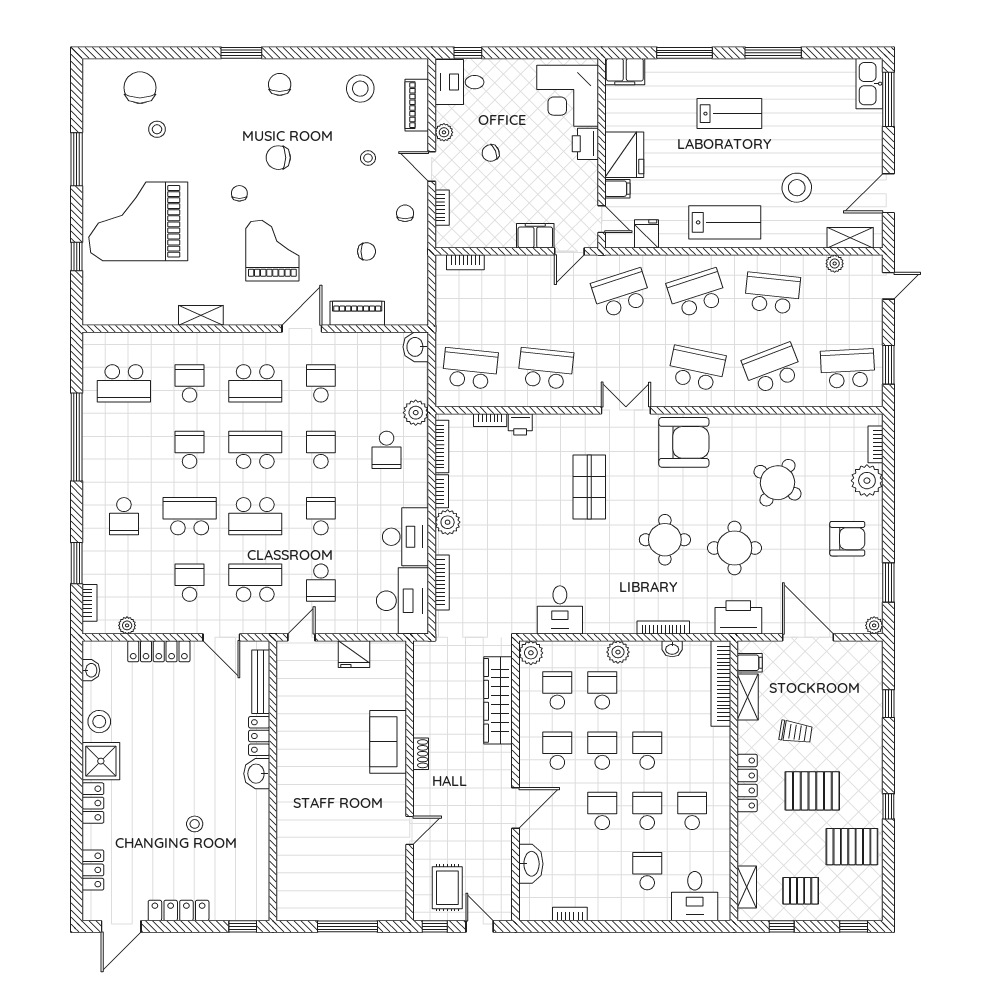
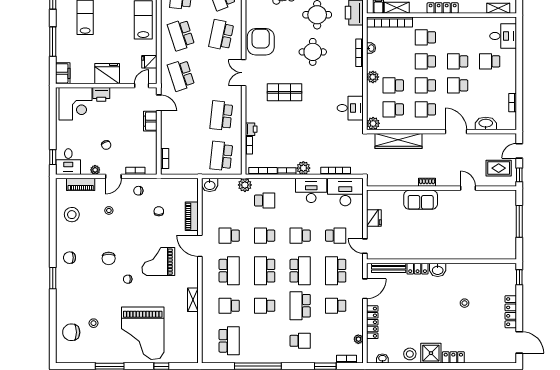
filing cabinet: (617, 189) -> (125, 77), removed
school desk: (692, 811) -> (425, 37), moved
locker: (93, 870) -> (489, 357), removed

